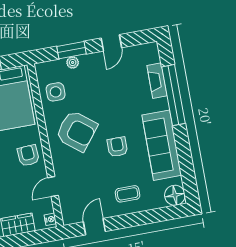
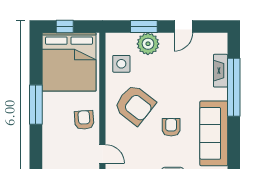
plant: (73, 62) -> (148, 44), width x1.87, depth x1.87
door: (53, 187) -> (102, 154), swing flipped

